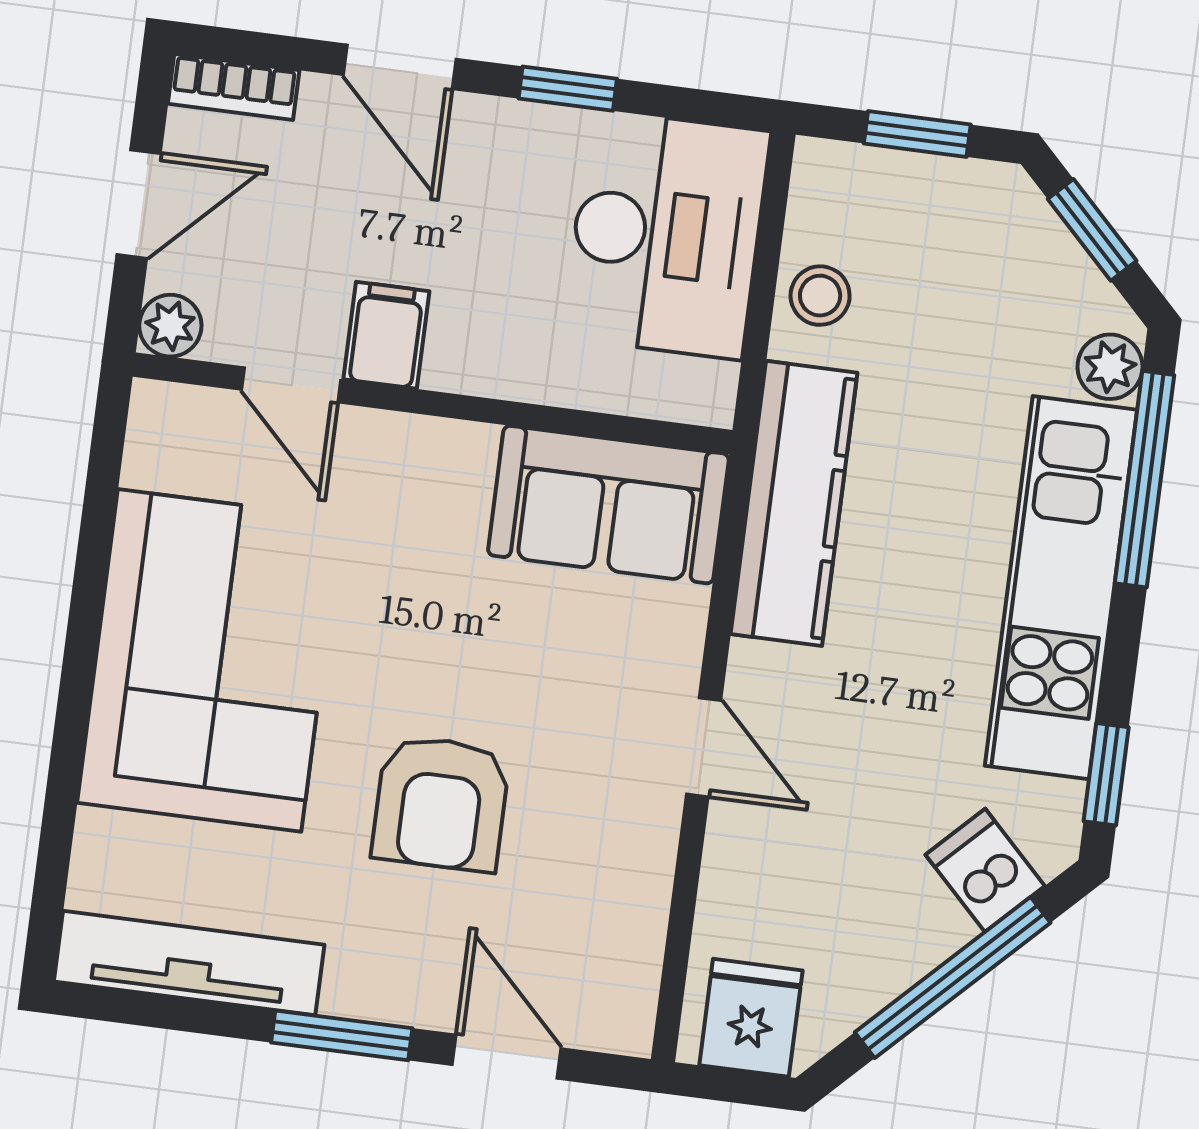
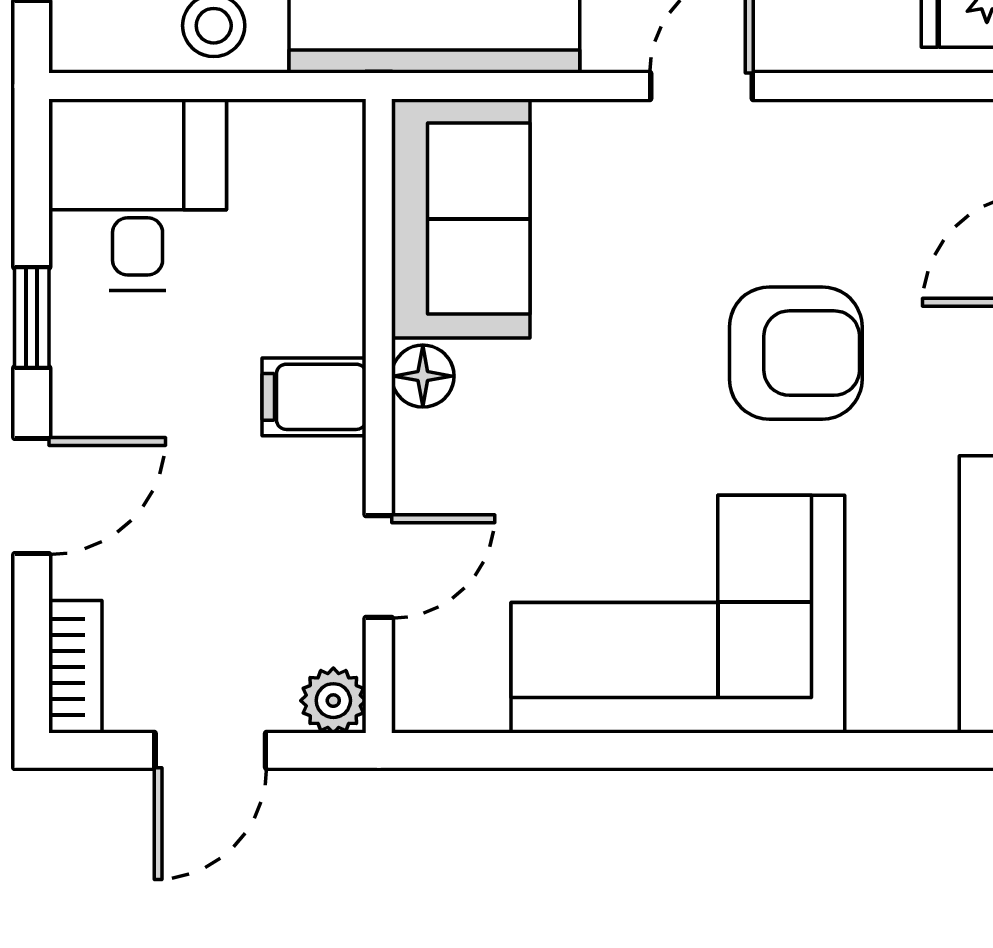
door: (139, 204) -> (210, 750), swing flipped
desk: (666, 234) -> (138, 195), width x0.73
filing cabinet: (386, 335) -> (314, 397), moved
floor lamp: (465, 450) -> (423, 376), added

